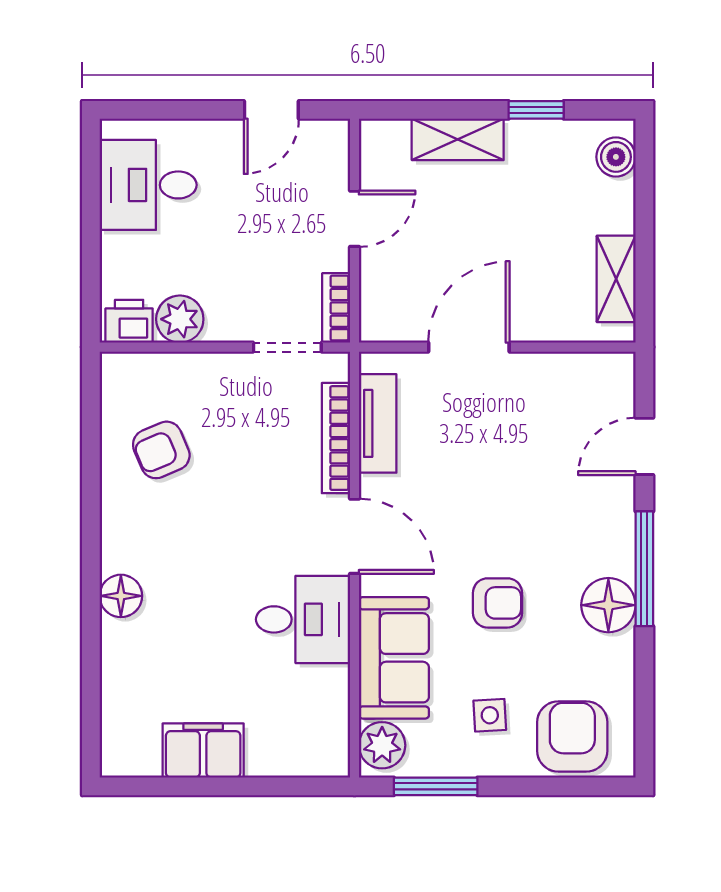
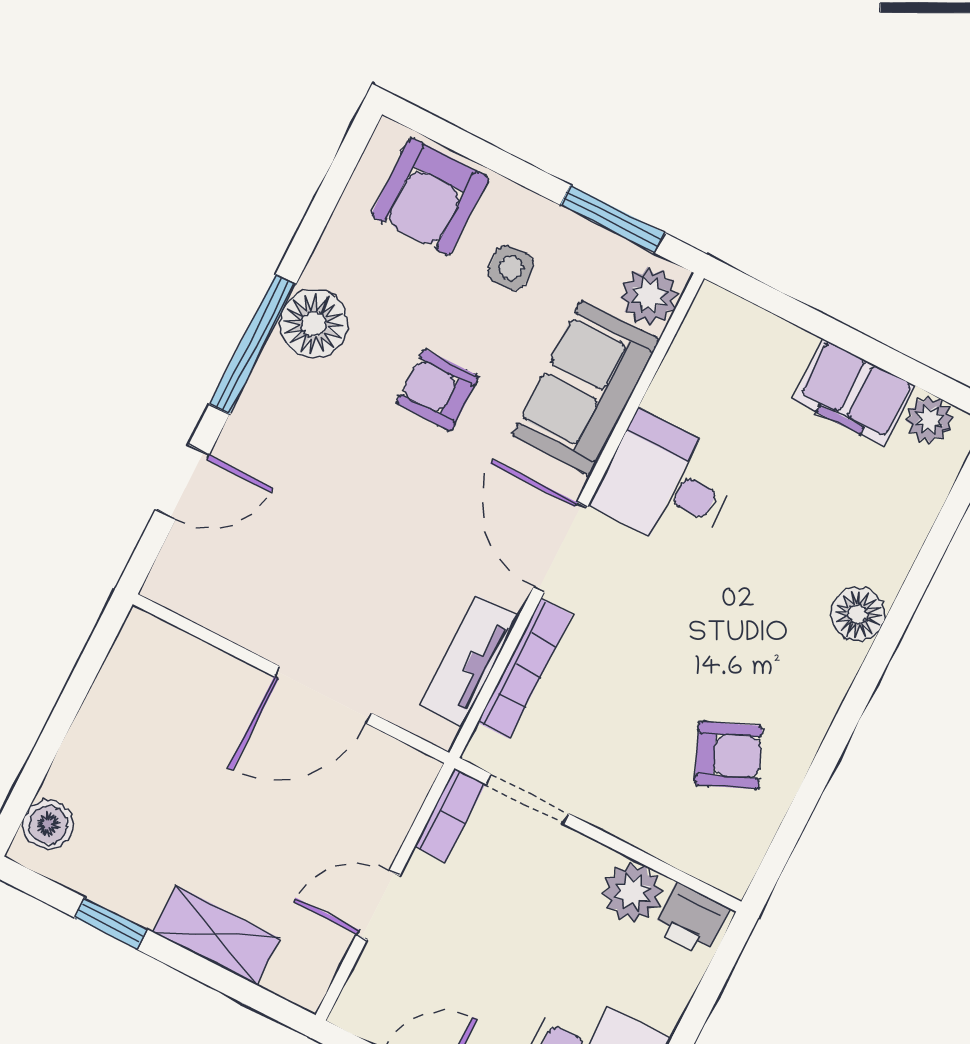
shelving: (616, 279) -> (118, 687), removed
plant: (140, 759) -> (929, 420), added

